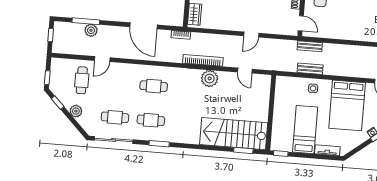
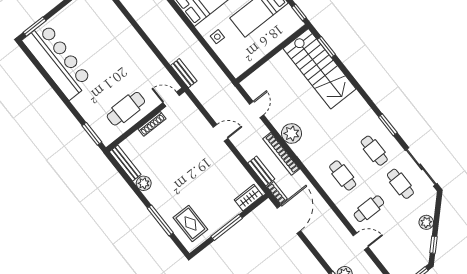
door: (301, 23) -> (171, 99), hinge flipped
door: (143, 26) -> (289, 219), moved
bench: (310, 69) -> (261, 171), moved
cafe table: (82, 80) -> (369, 209), moved

